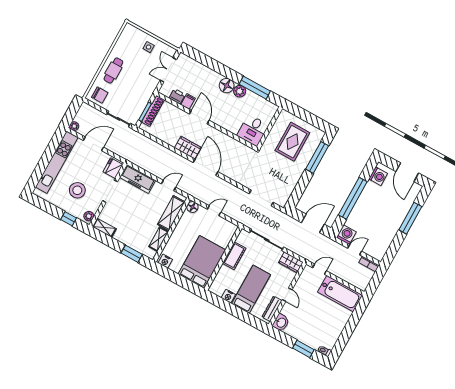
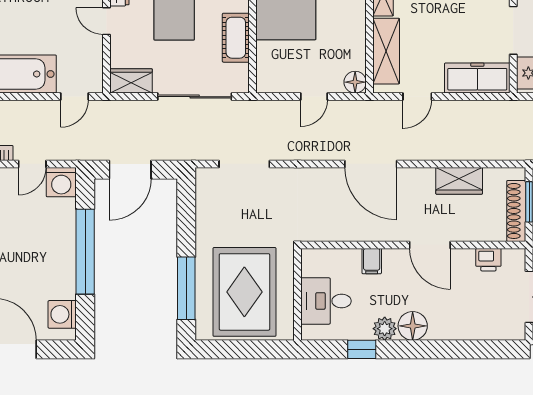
window: (255, 88) -> (362, 349), width x0.46
filing cabinet: (188, 101) -> (372, 261), moved
desk: (253, 130) -> (326, 301), moved, turned -90
rug: (292, 142) -> (244, 292), width x1.37, depth x1.44
wardrobe: (188, 148) -> (459, 181), moved

